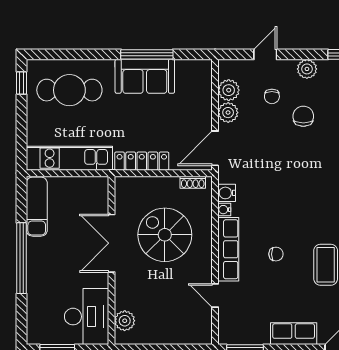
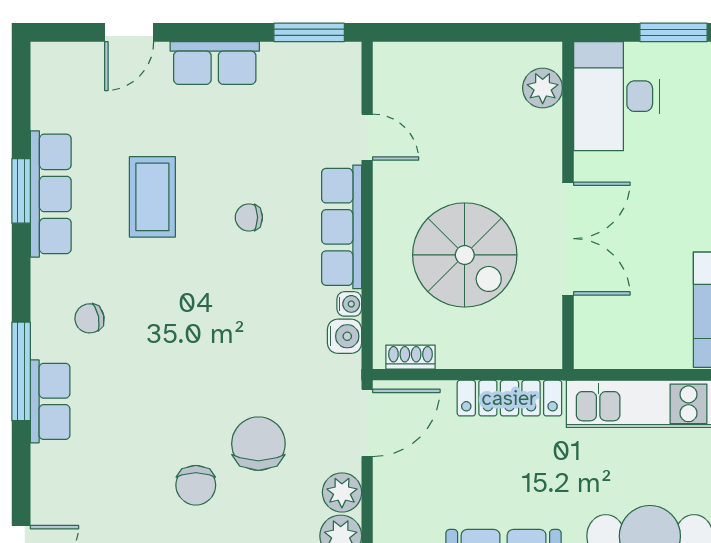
chair: (272, 96) -> (258, 444), moved, width x1.87, depth x1.87

